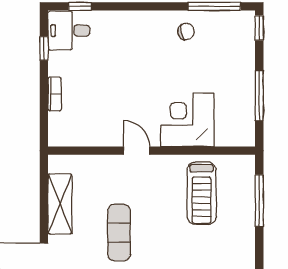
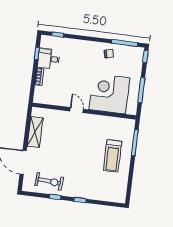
desk: (69, 31) -> (49, 59), moved
corner desk: (187, 120) -> (109, 94), width x1.36, depth x1.36
treadmill: (202, 193) -> (113, 156), moved
exercise mat: (119, 233) -> (63, 150), removed

